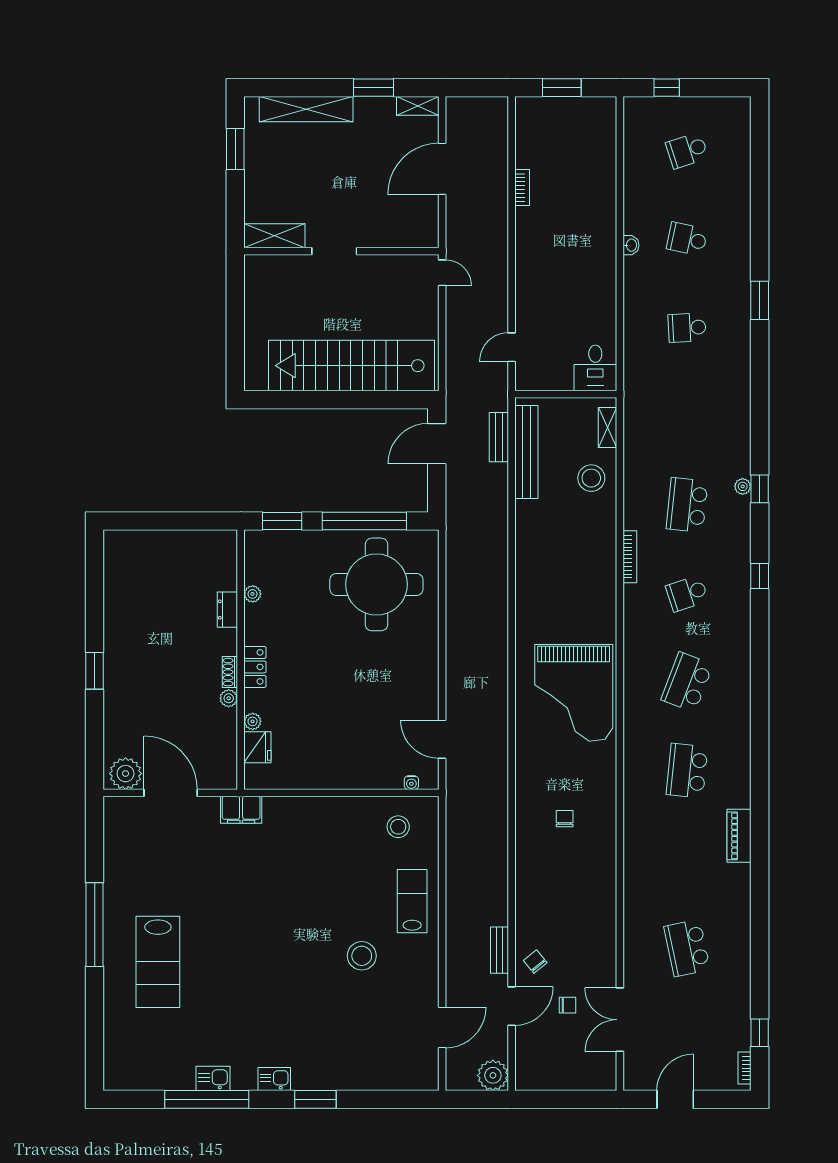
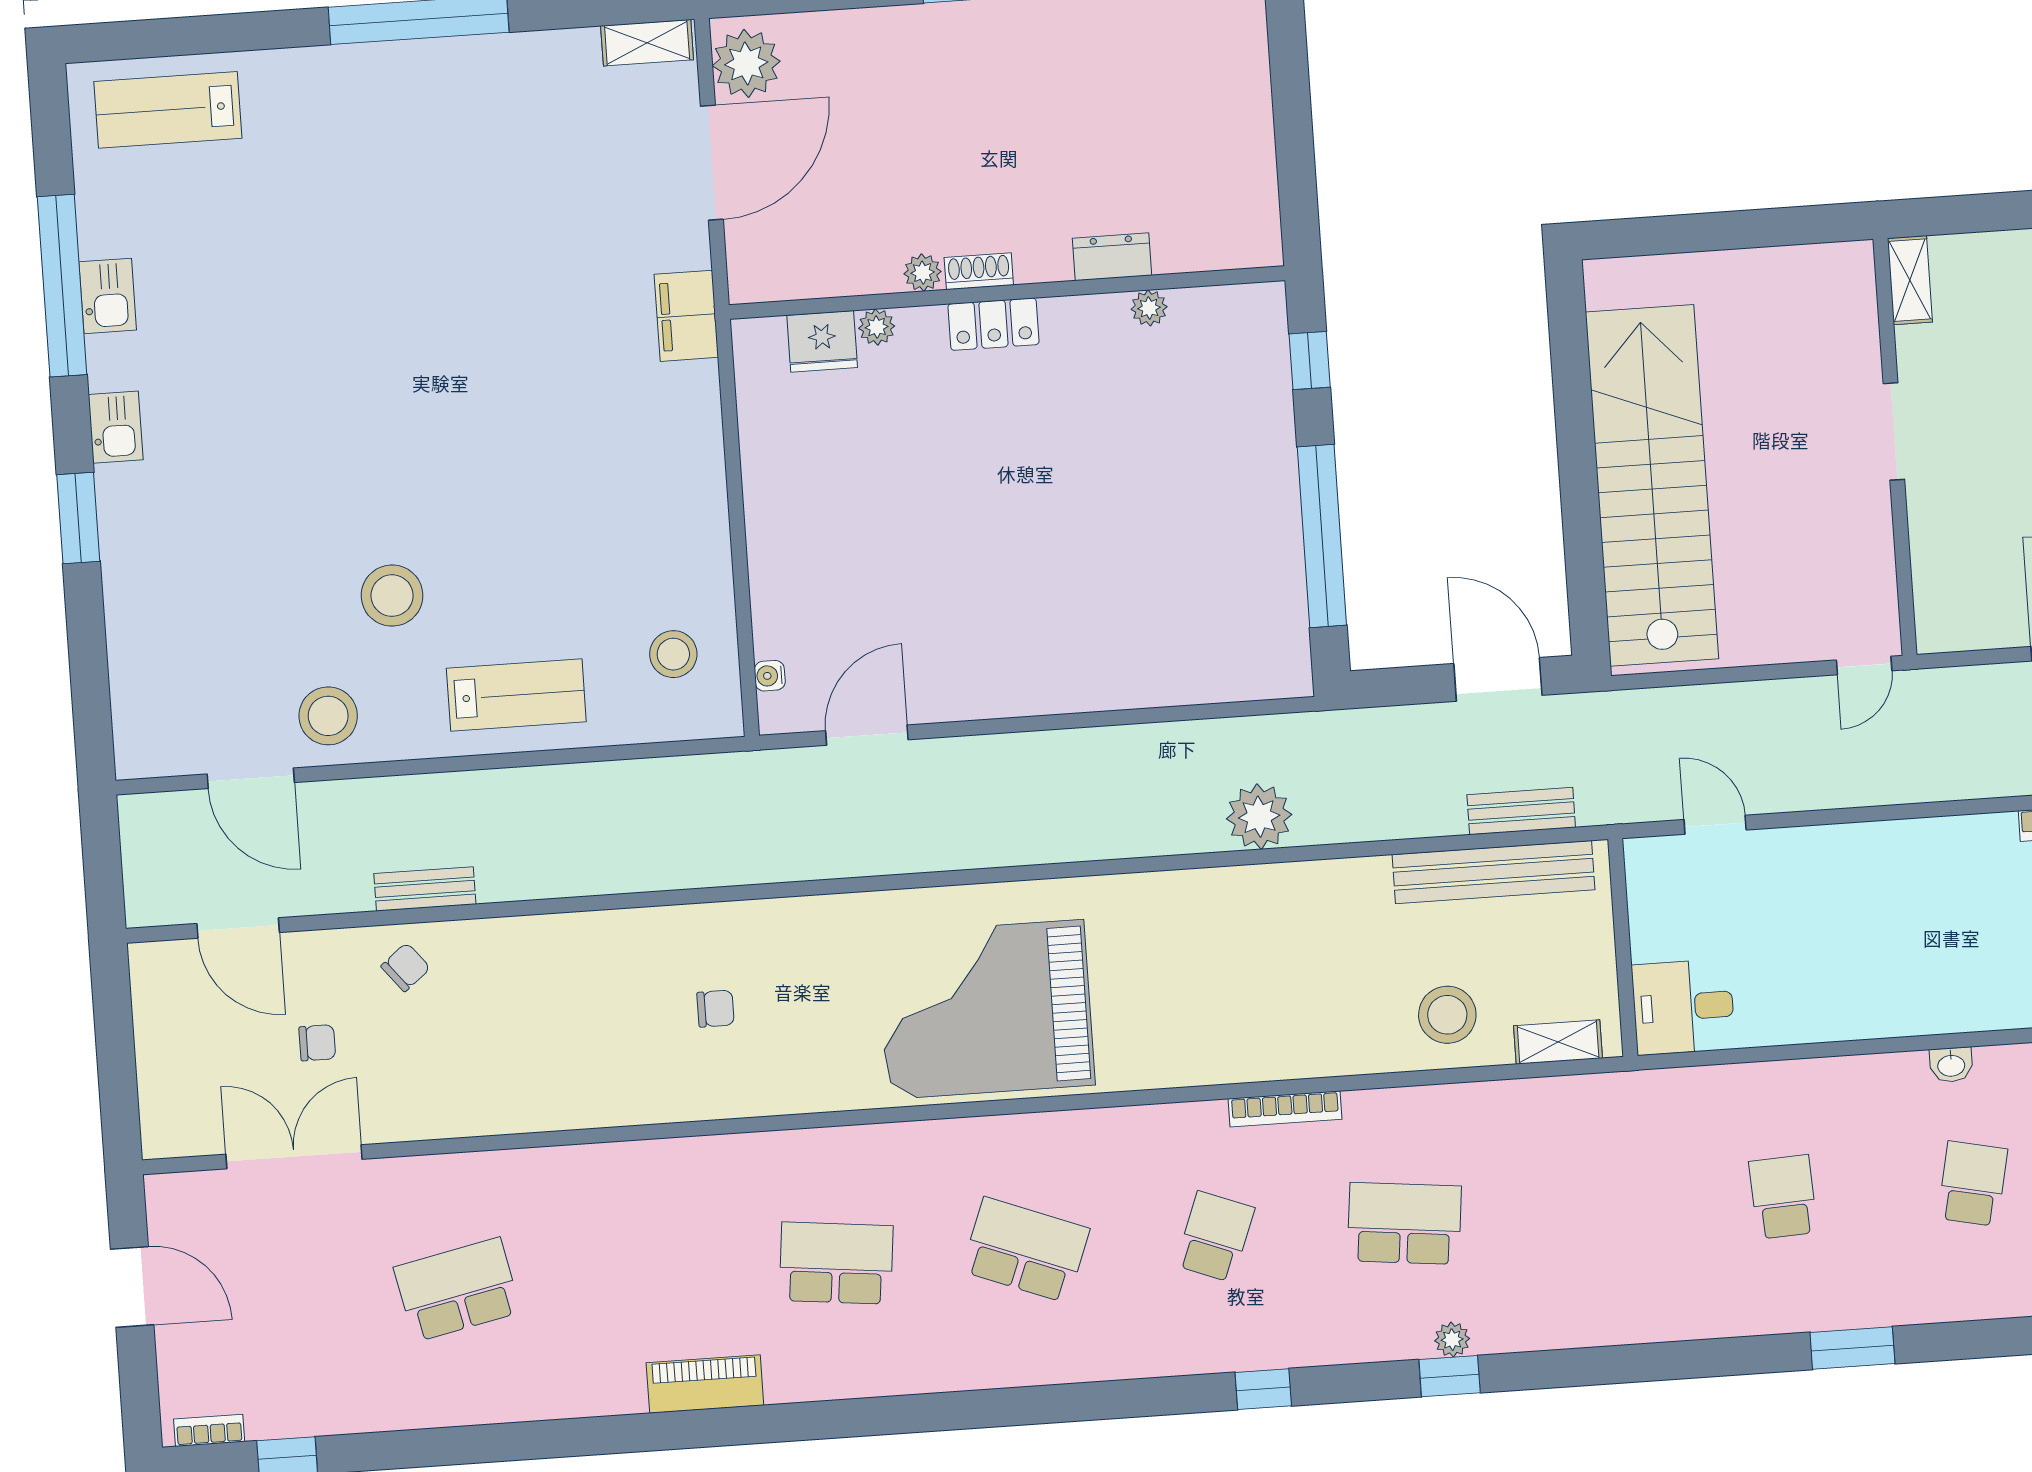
shelving: (274, 236) -> (1910, 280), width x0.67, depth x0.75
window: (282, 521) -> (1310, 360), width x0.67
round table: (376, 584) -> (1188, 572), removed
school desk: (687, 593) -> (1215, 1237), turned 39
shelving: (113, 819) -> (647, 43), added
lab bench: (158, 962) -> (168, 110), moved, width x0.73, depth x0.72
stool: (416, 989) -> (328, 716), added
chair: (568, 1005) -> (317, 1043), turned -90
door: (512, 1006) -> (238, 928), moved
plant: (493, 1075) -> (1259, 817), moved

